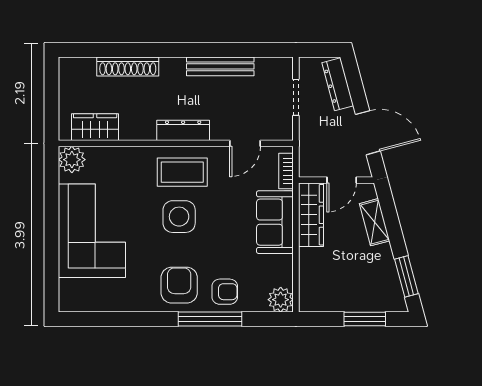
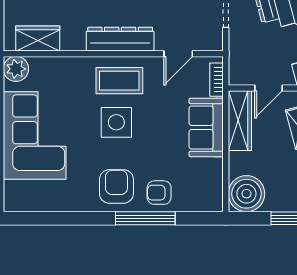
dresser: (183, 130) -> (120, 39), width x1.37, depth x1.24
armchair: (225, 292) -> (159, 193), turned 180
boiler: (318, 293) -> (246, 194), added
plant: (281, 300) -> (211, 200), removed

